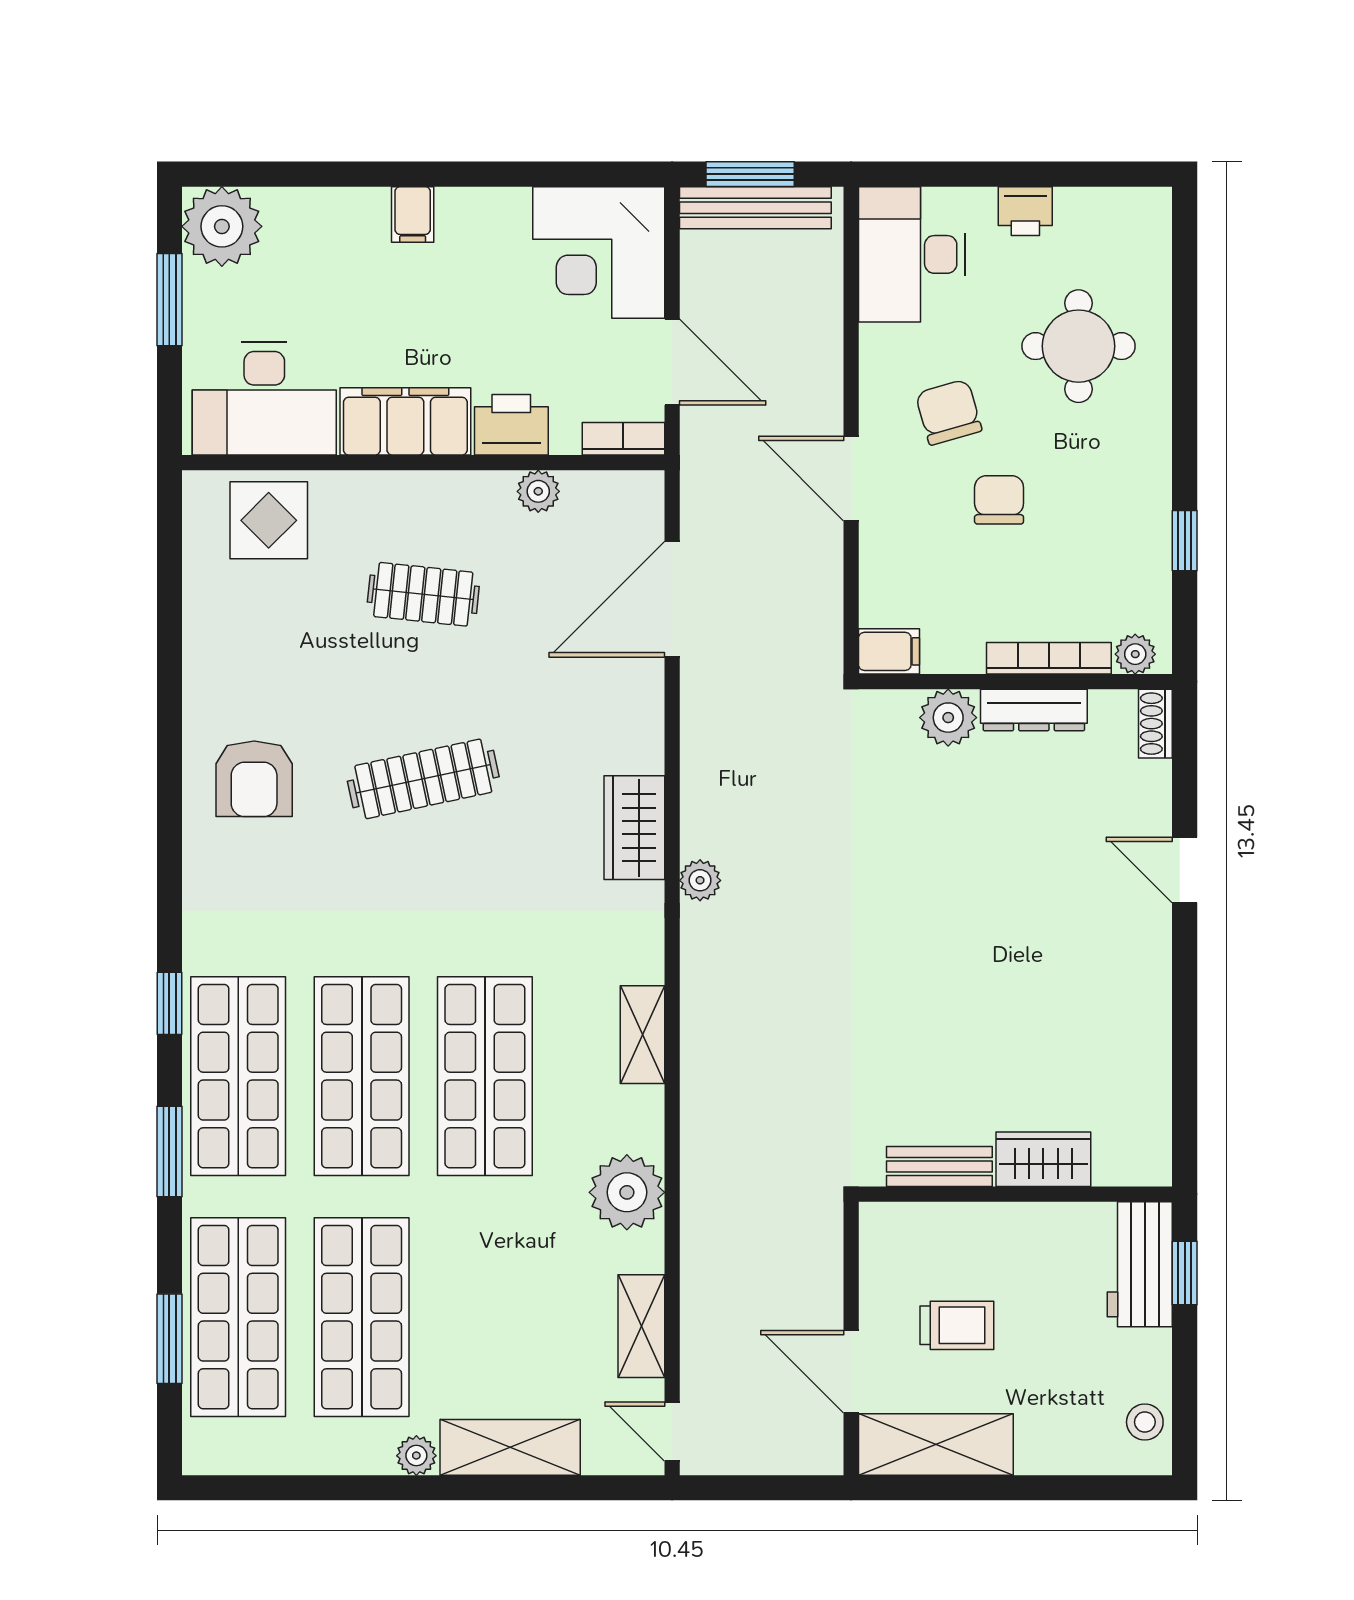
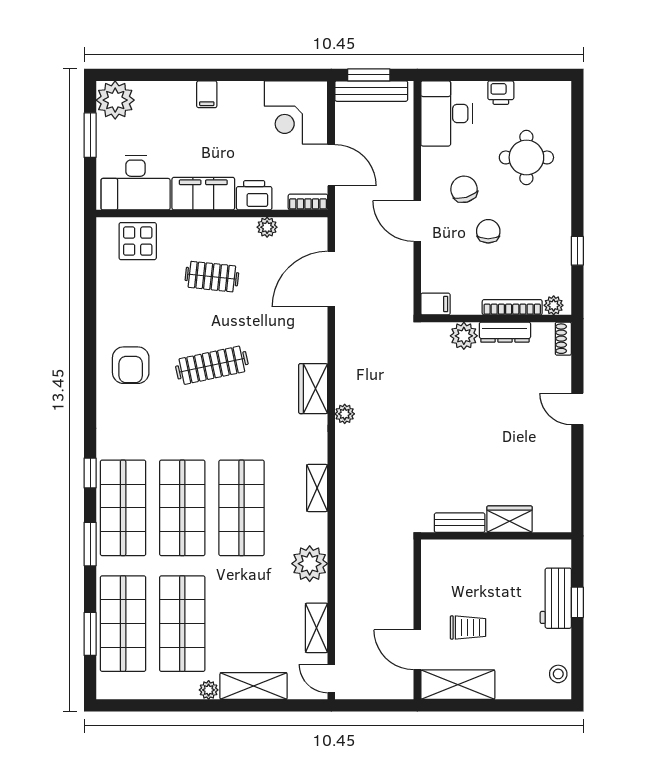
wardrobe: (1043, 1159) -> (510, 519), moved
bench: (939, 1167) -> (460, 523), moved
wall: (1015, 1194) -> (496, 536), moved

